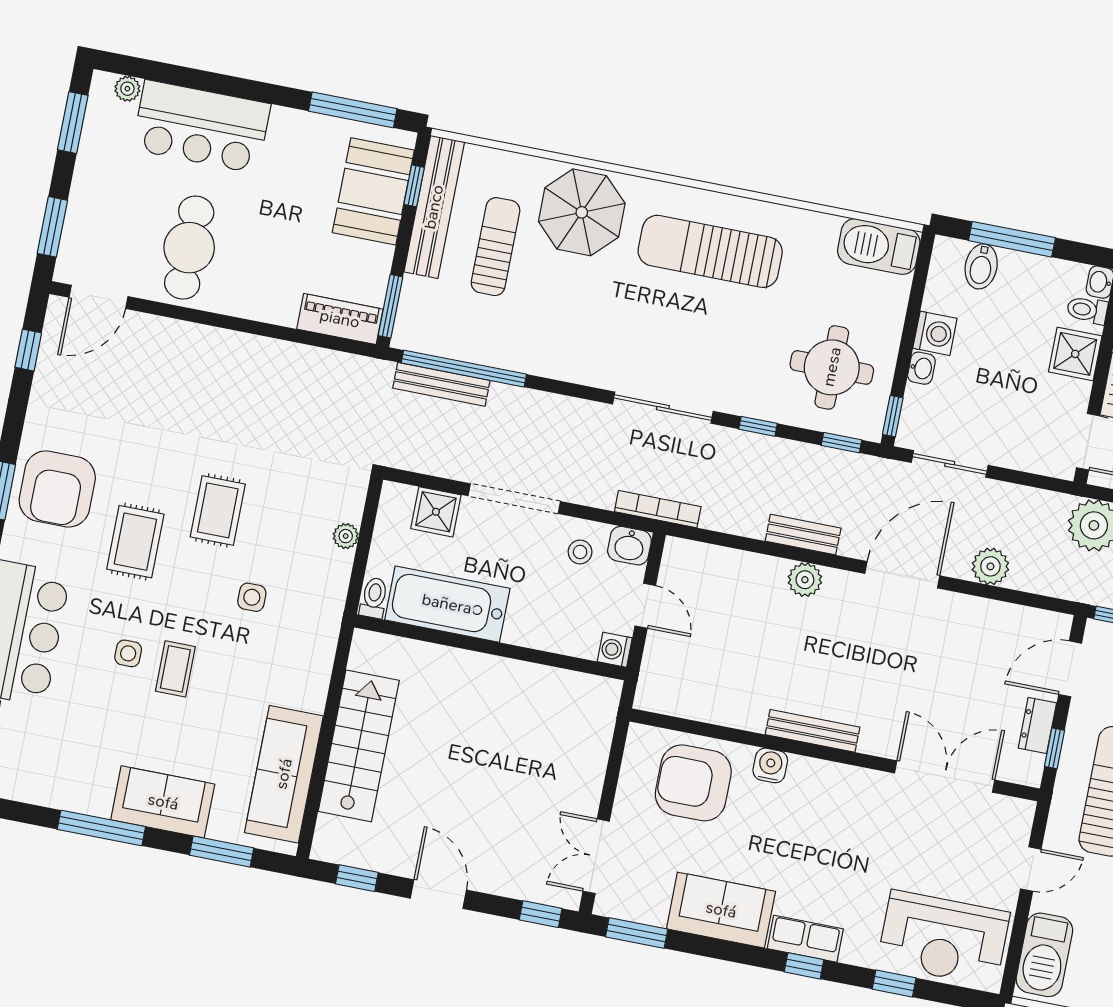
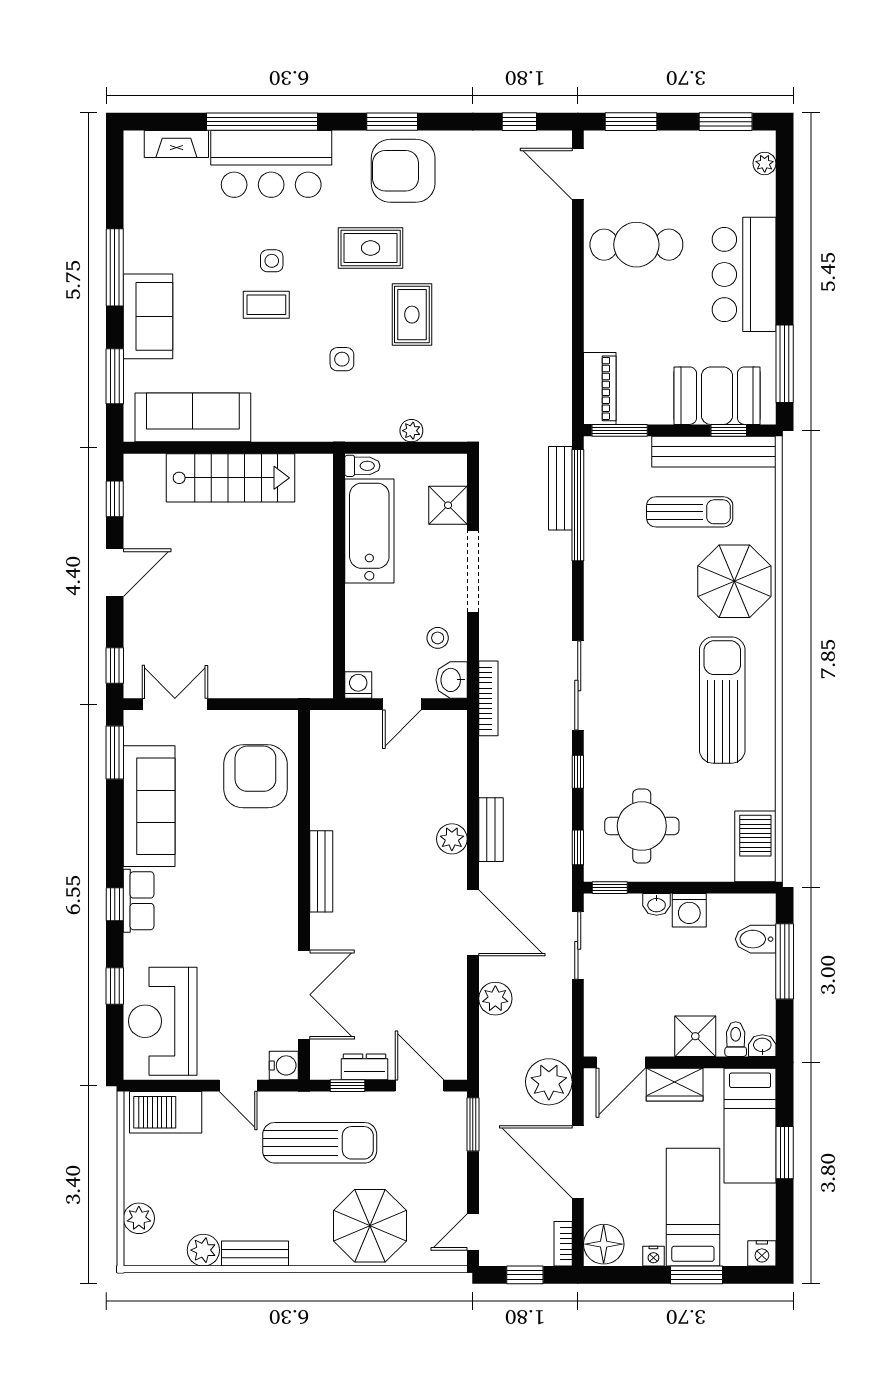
bar counter: (201, 127) -> (744, 274), moved
rug: (218, 510) -> (412, 315), turned 90
water cooler: (770, 765) -> (284, 1065), moved
sofa: (721, 910) -> (149, 806), width x1.36

